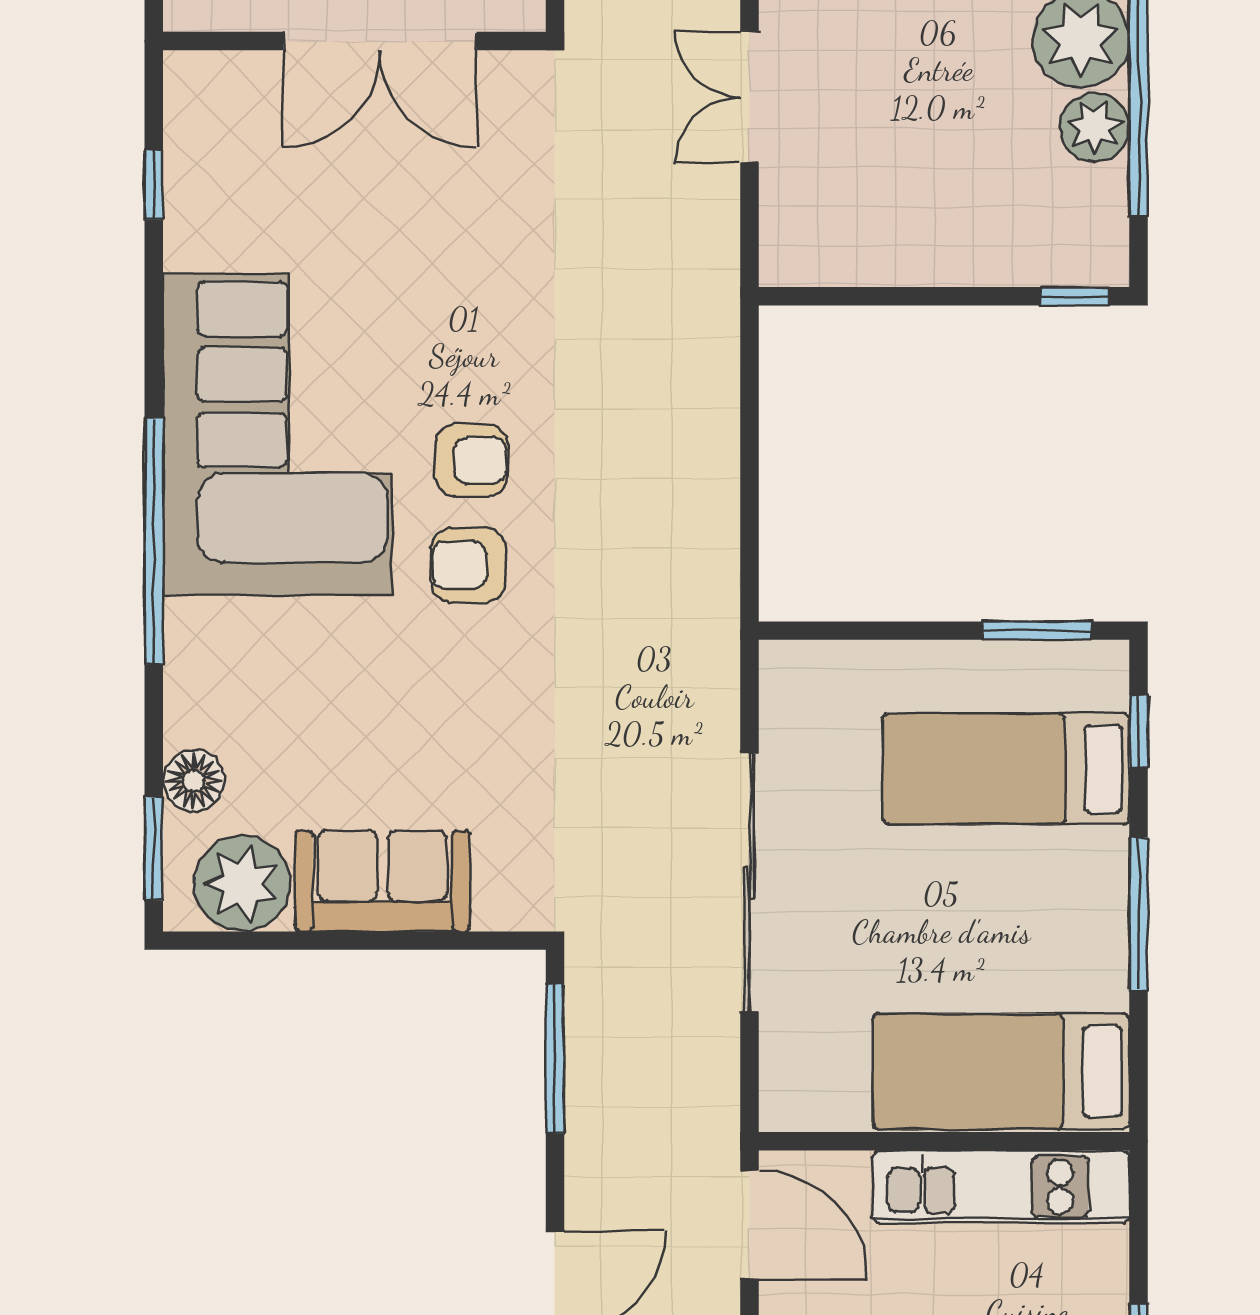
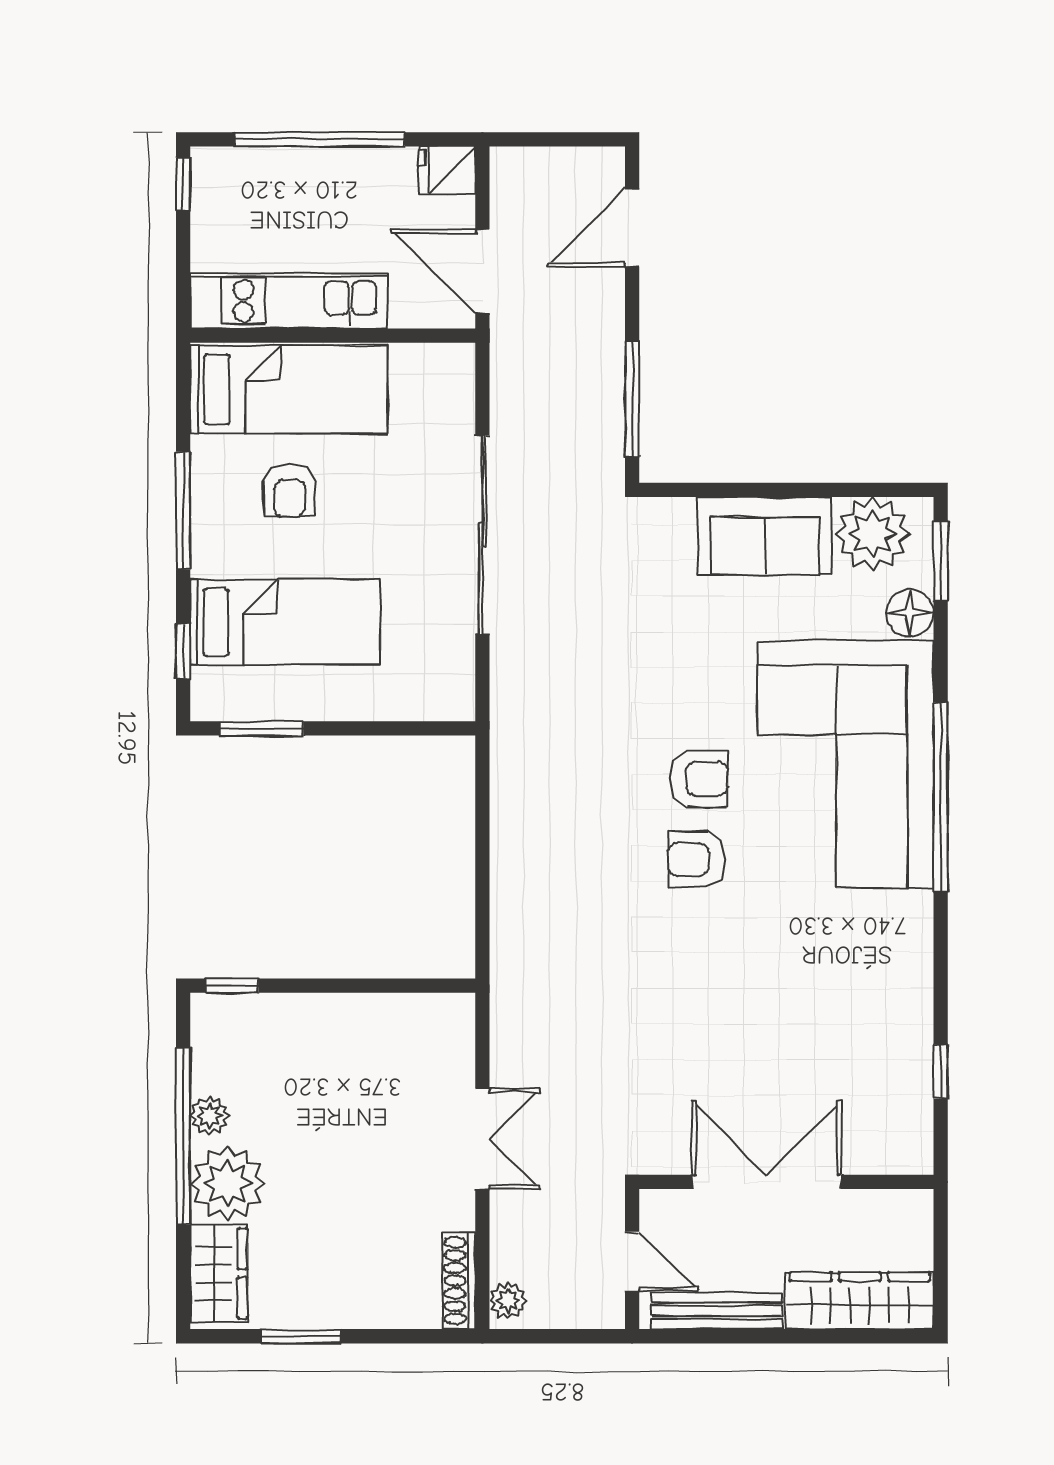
plant: (1095, 127) -> (210, 1116), width x0.73, depth x0.73
corner sofa: (278, 434) -> (845, 764), moved
armchair: (1000, 939) -> (290, 491), added

